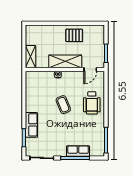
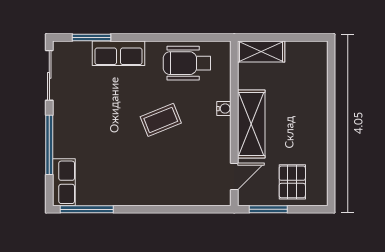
pallet: (74, 35) -> (292, 182), moved
door: (90, 70) -> (234, 177), swing flipped
wheelchair: (92, 103) -> (187, 63), moved
row of seats: (78, 151) -> (64, 182), moved

